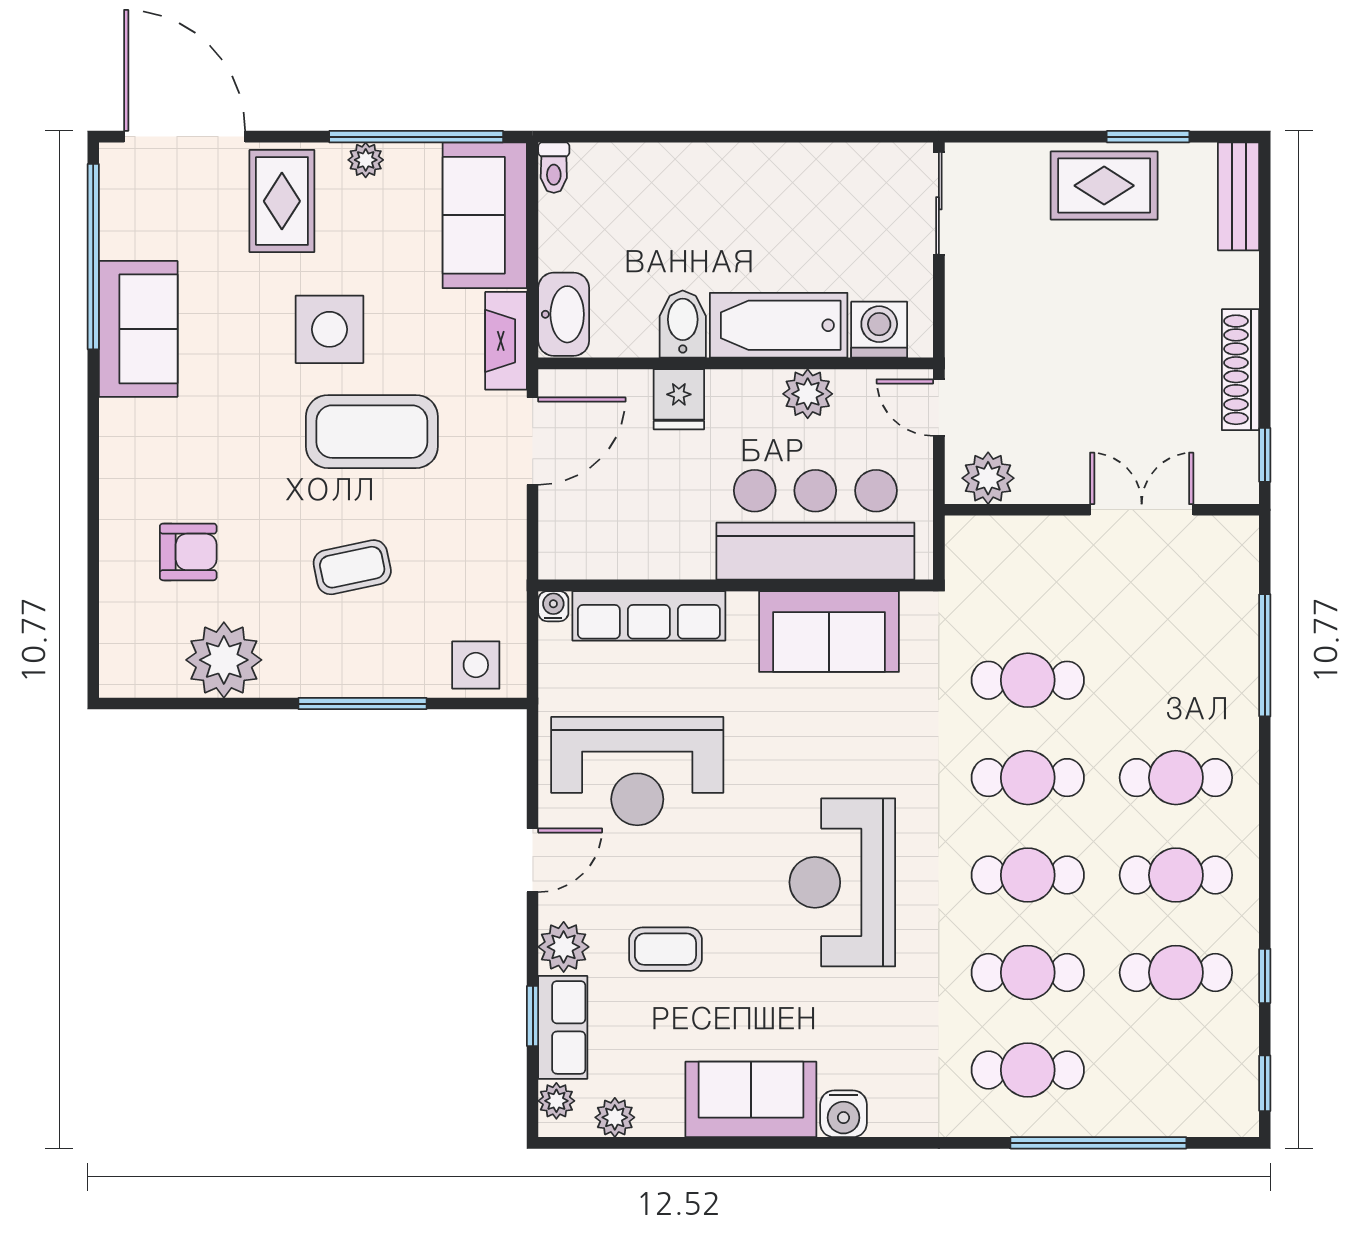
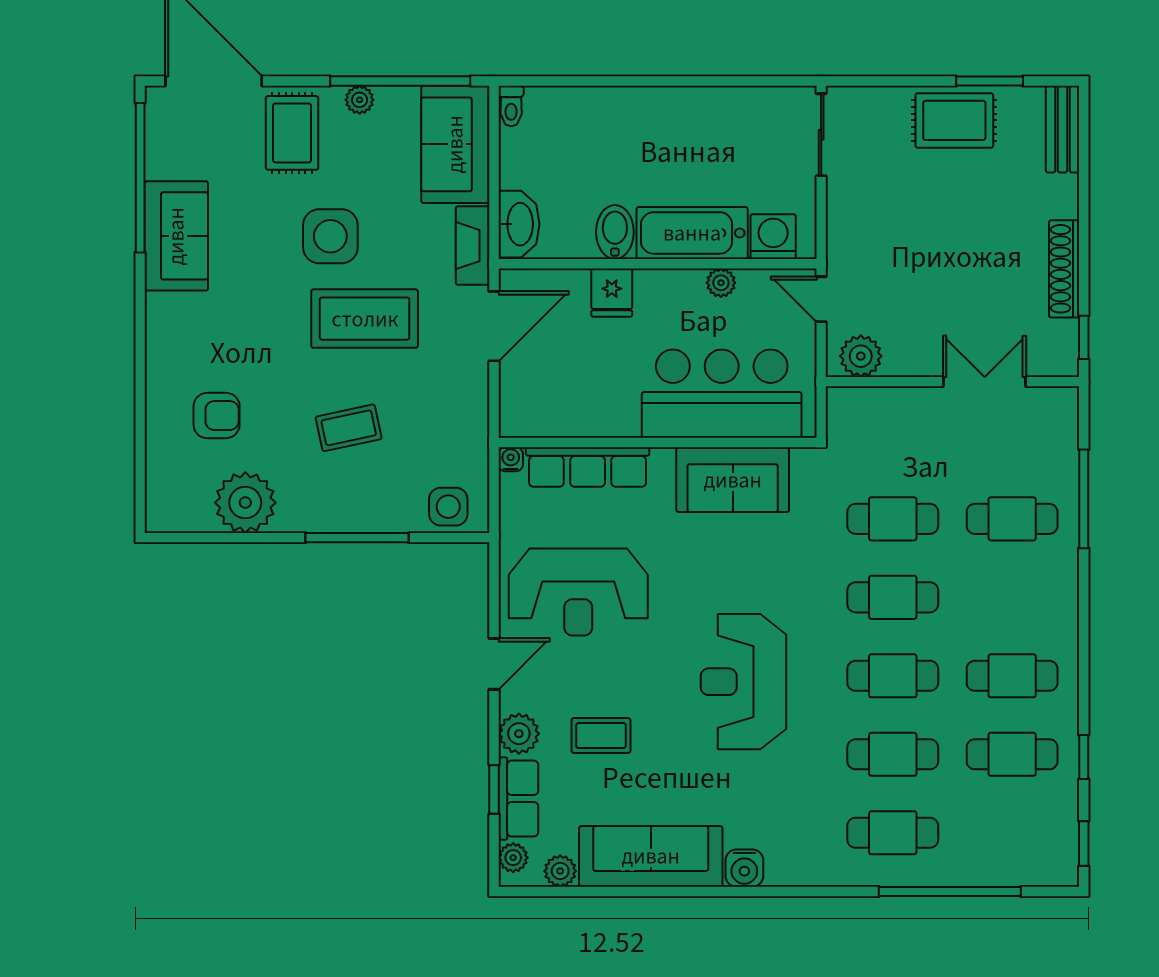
plant: (808, 394) -> (721, 283), width x0.73, depth x0.73
cafe table: (1176, 778) -> (1012, 519), moved
sofa: (751, 1099) -> (651, 856), width x1.36

